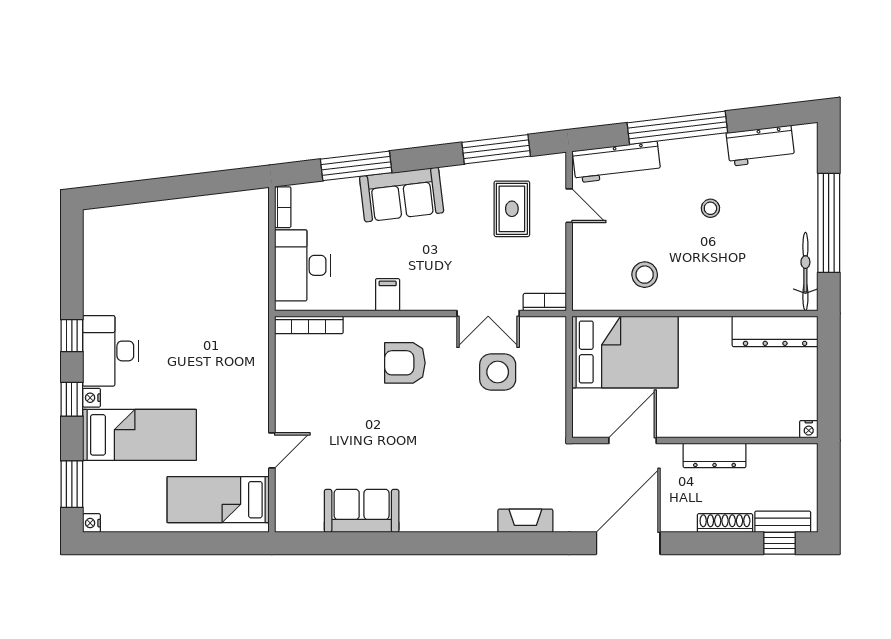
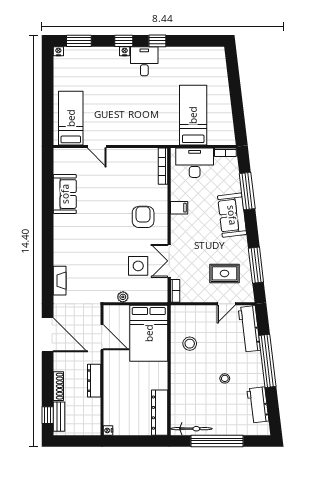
desk: (110, 351) -> (144, 61), width x0.73
plant: (556, 401) -> (123, 297), added
bed: (139, 435) -> (193, 115), moved, turned 180

